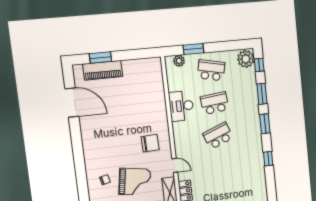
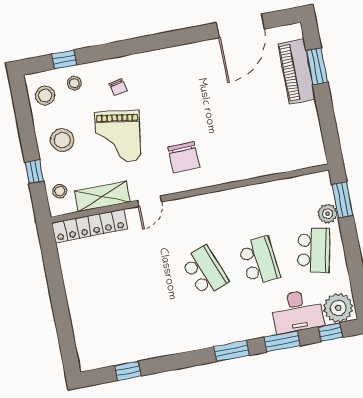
window: (193, 49) -> (342, 200), moved
plant: (179, 61) -> (328, 214), moved
desk: (181, 106) -> (297, 311), moved, turned 180
window: (268, 159) -> (128, 371), moved

